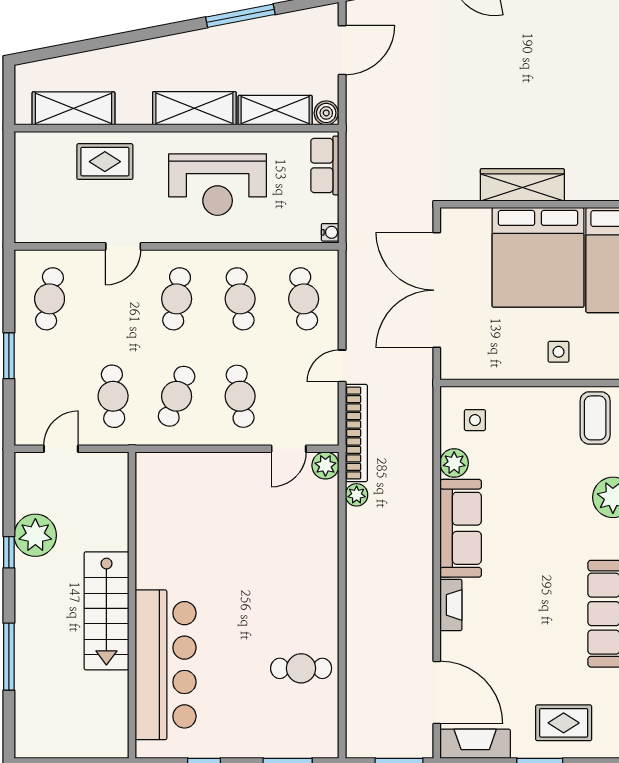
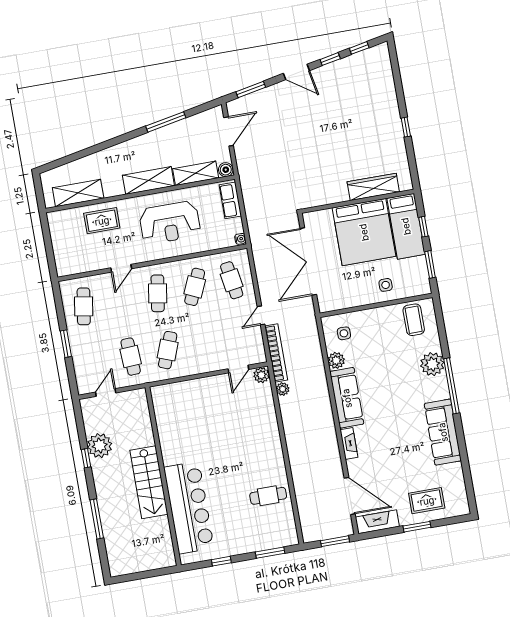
wardrobe: (522, 185) -> (373, 187), moved
cafe table: (240, 299) -> (195, 287), turned 33
cafe table: (240, 396) -> (205, 344), removed

